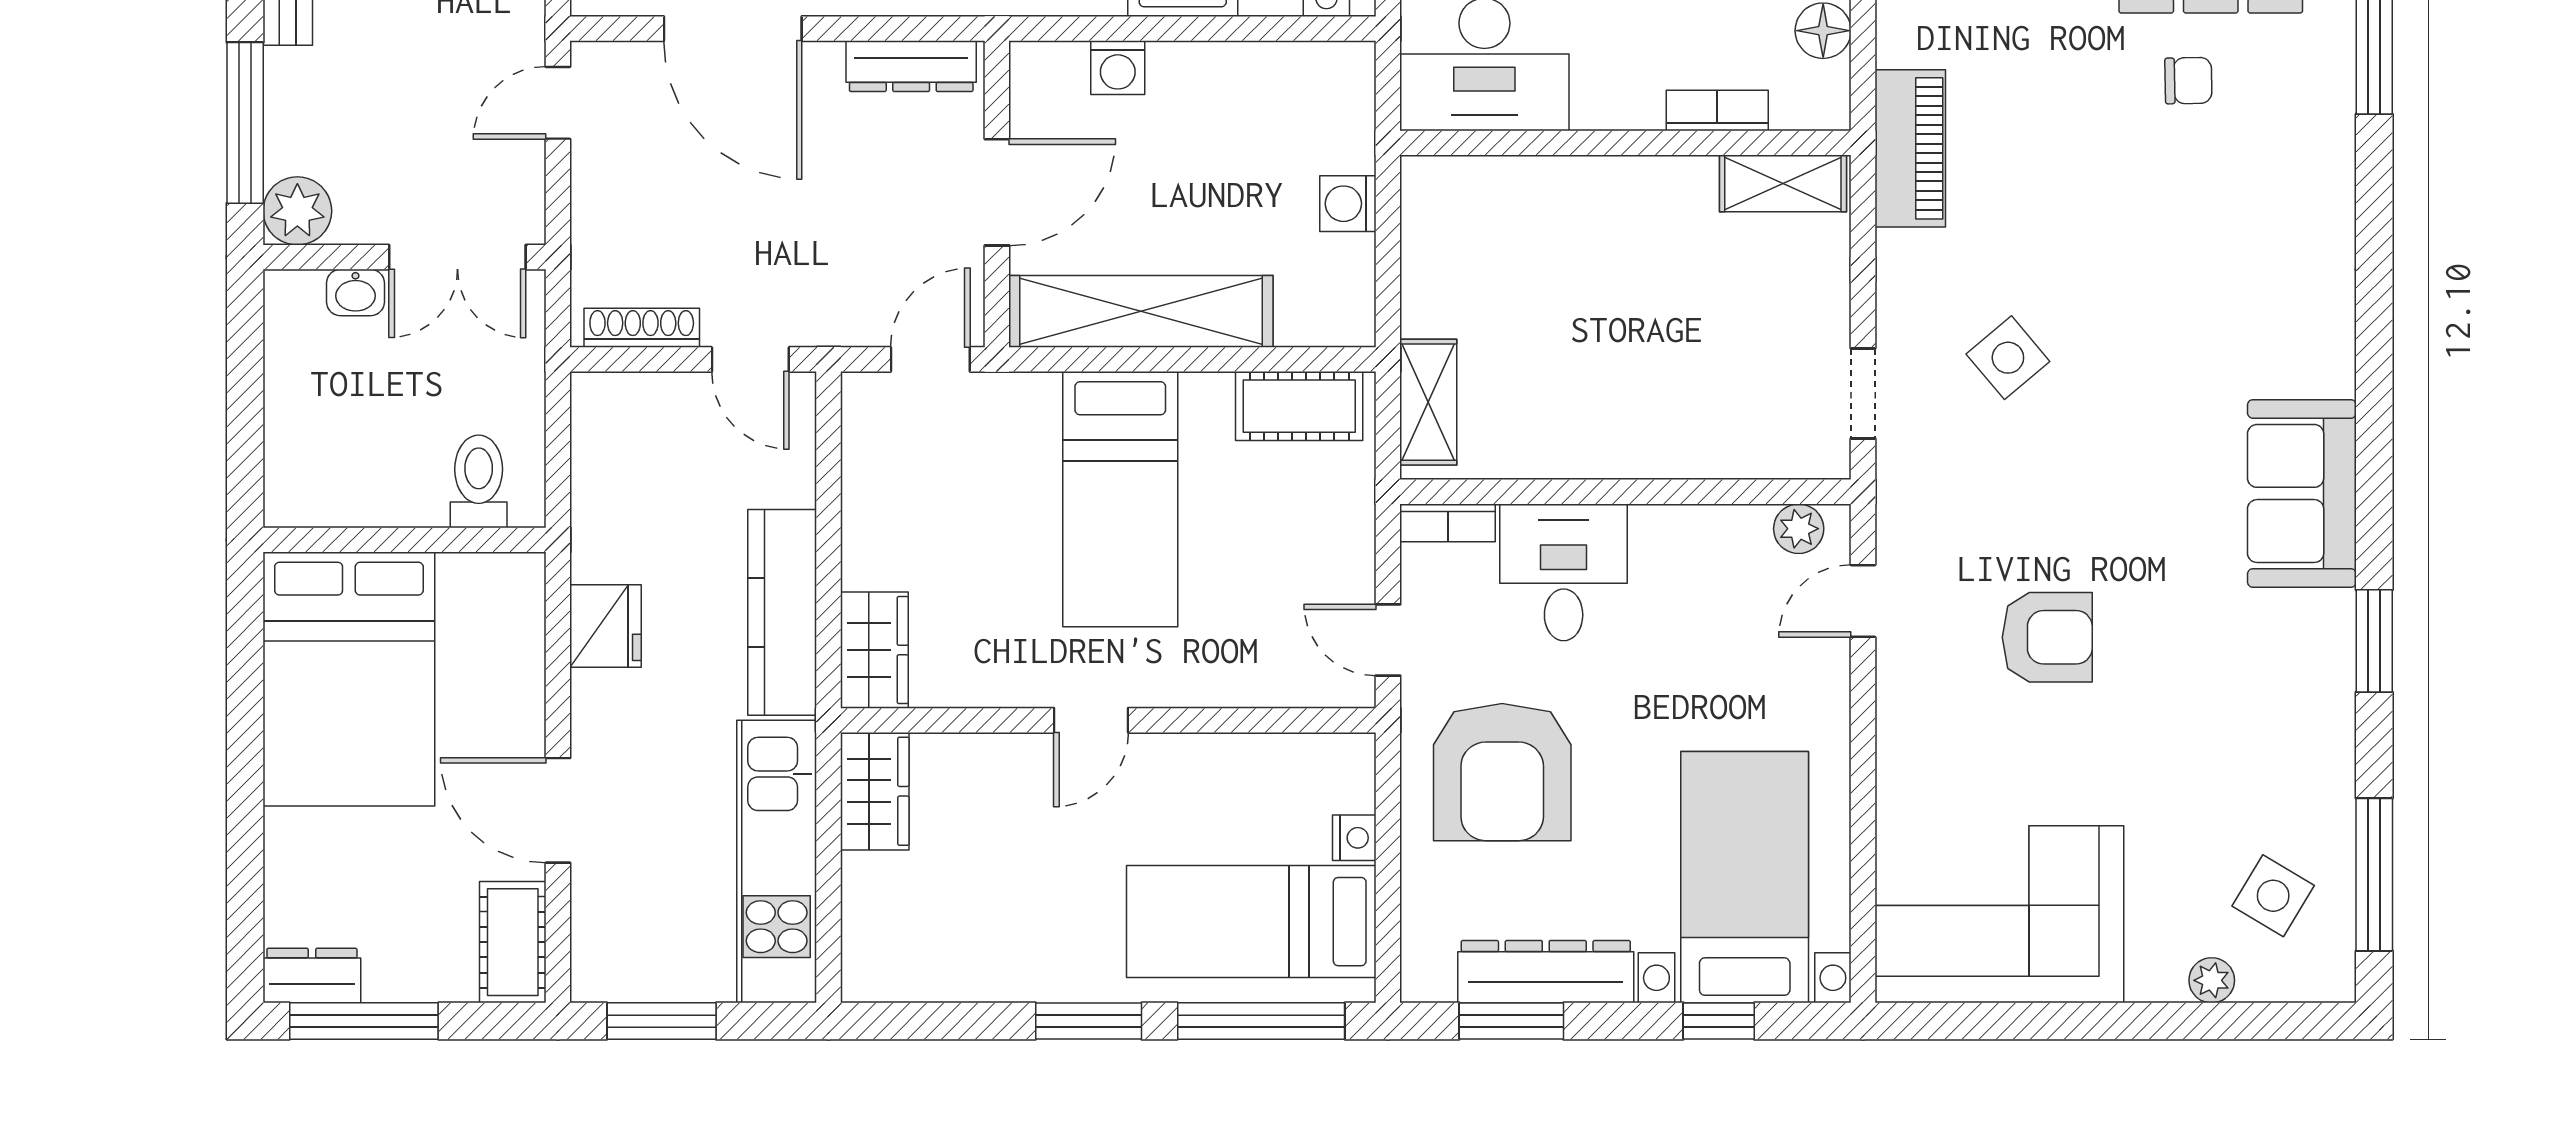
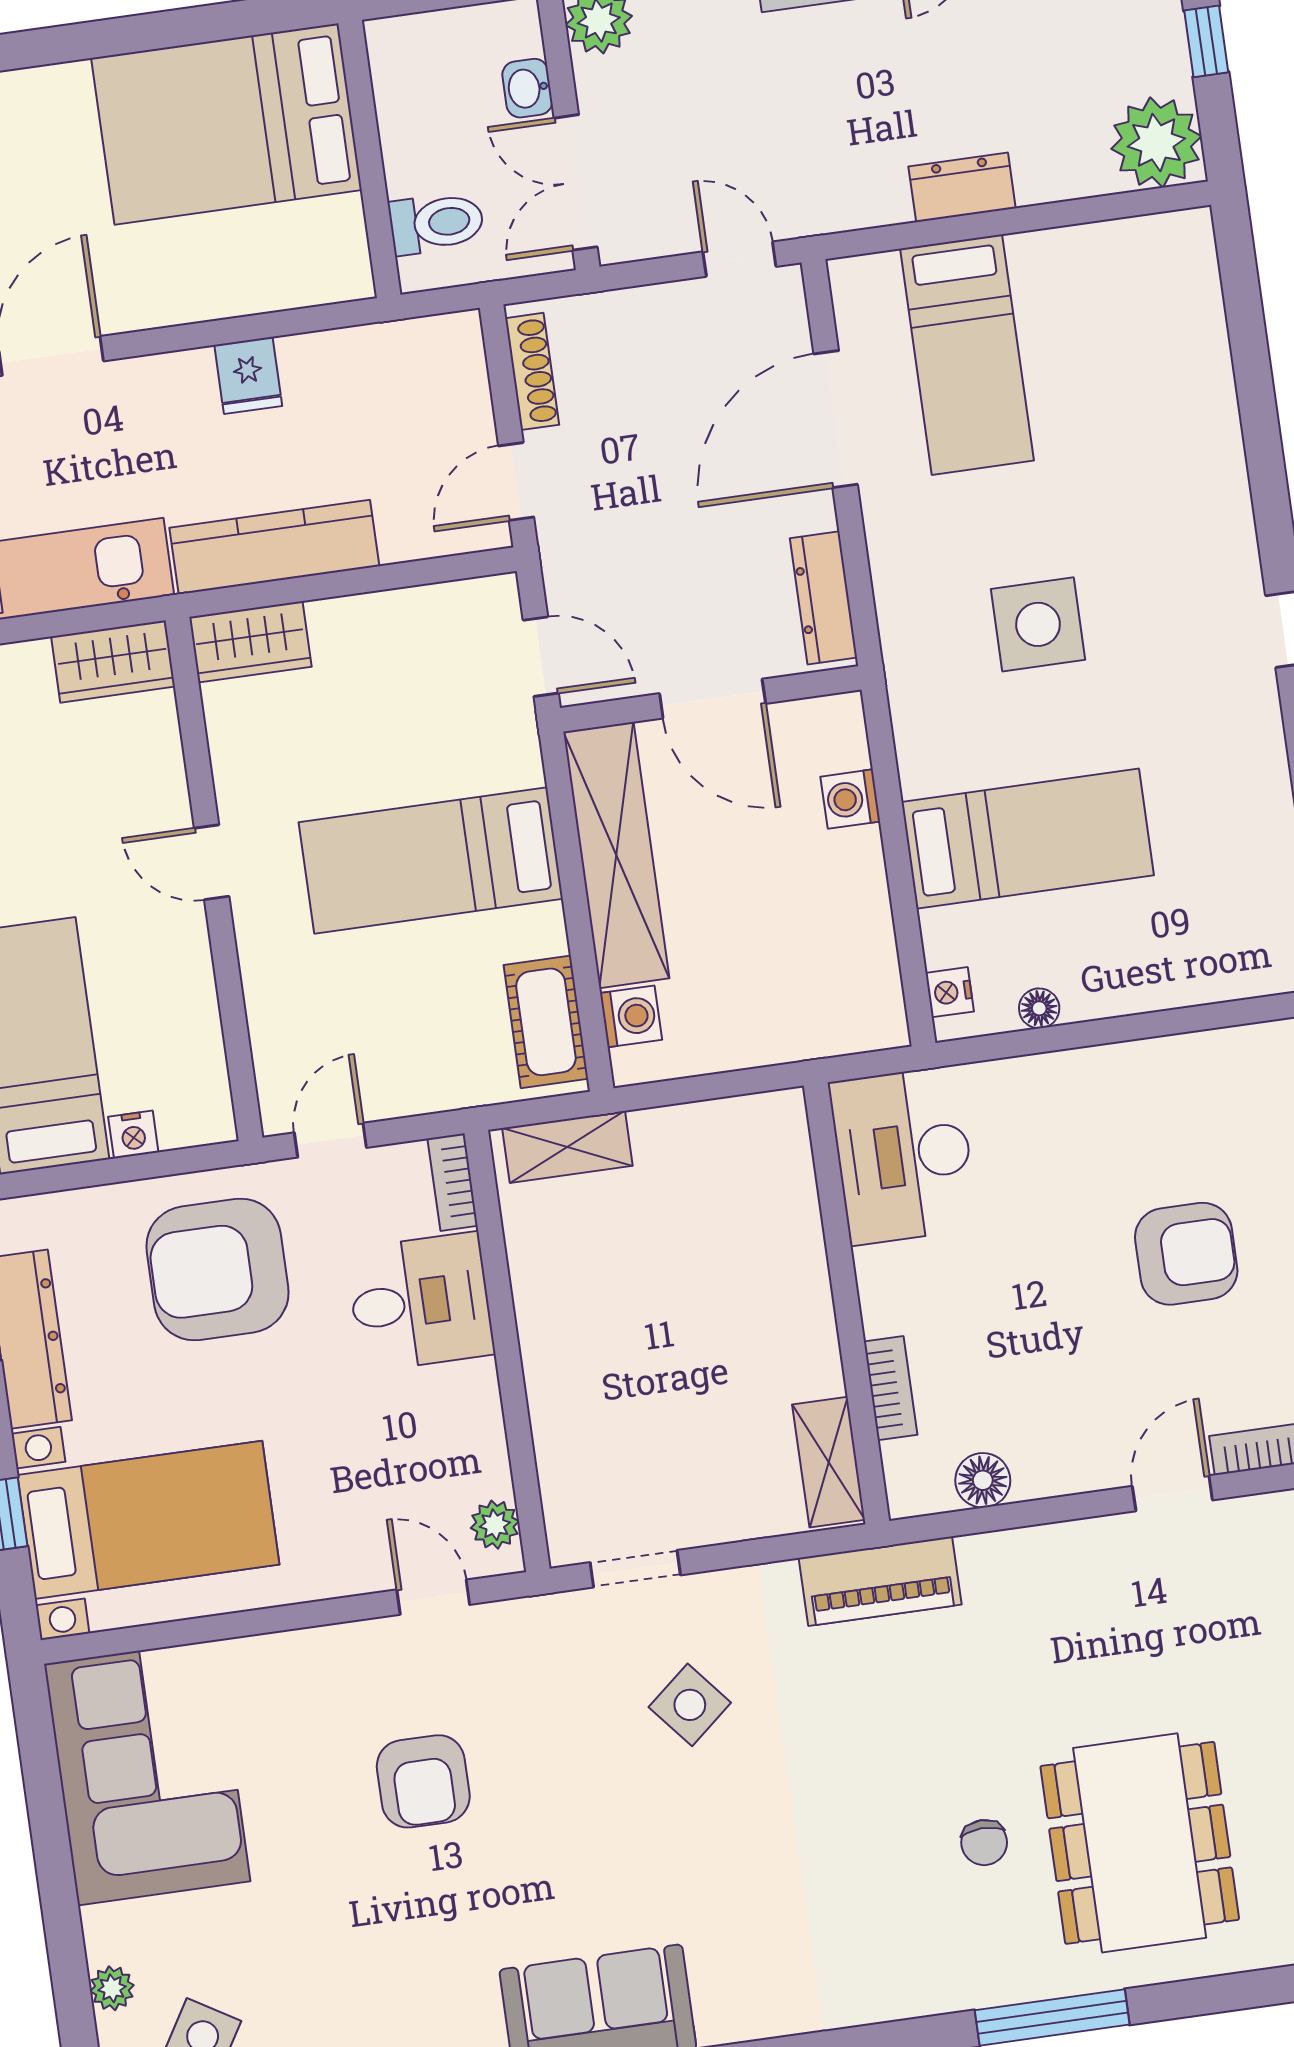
washing machine: (1348, 204) -> (631, 1016), moved, turned 90
toilet: (479, 481) -> (436, 223), moved
wall: (404, 540) -> (369, 159), moved
fridge: (606, 626) -> (248, 375), width x0.72
bed: (349, 679) -> (226, 124), moved

